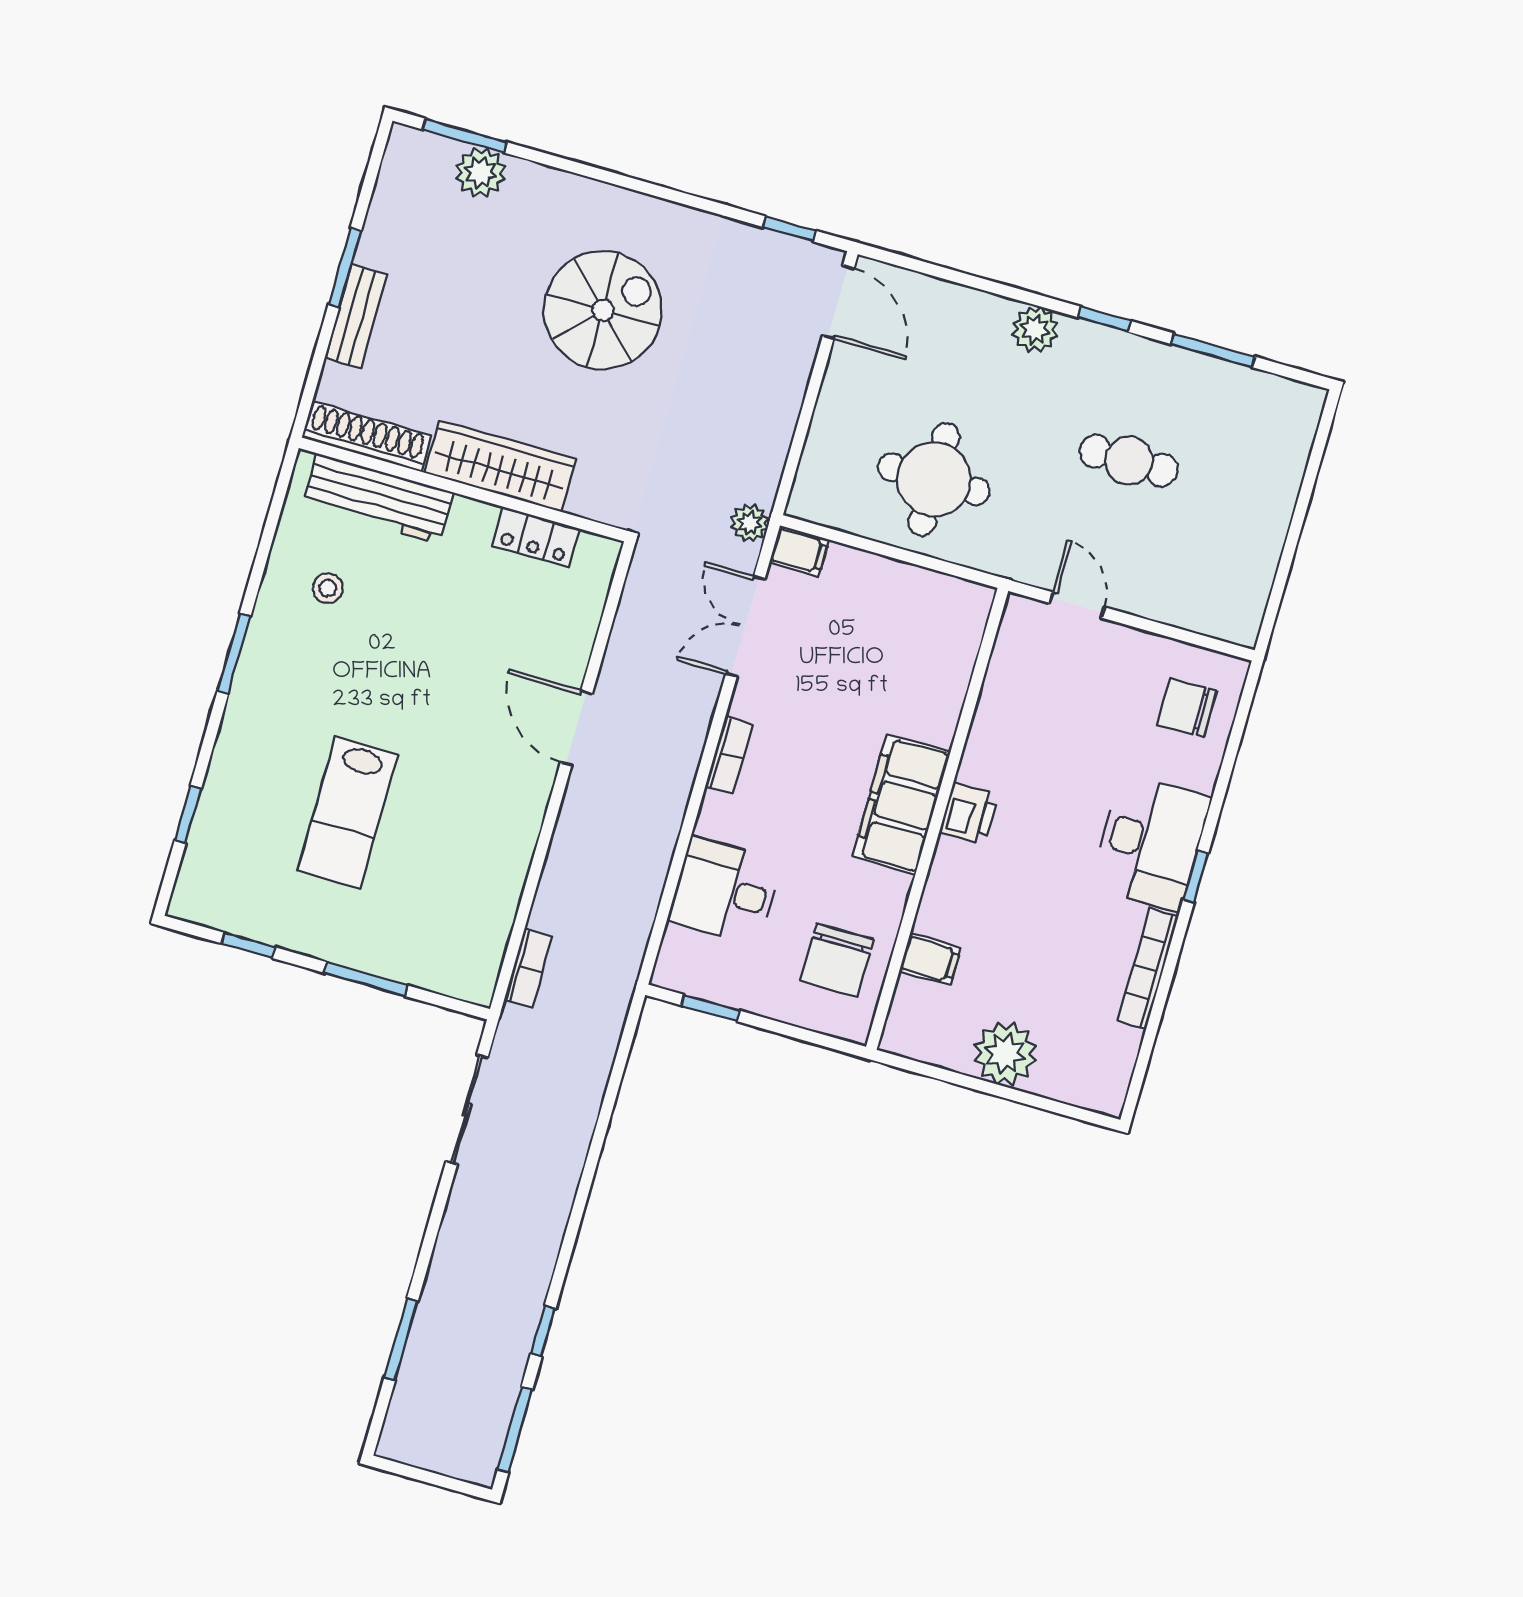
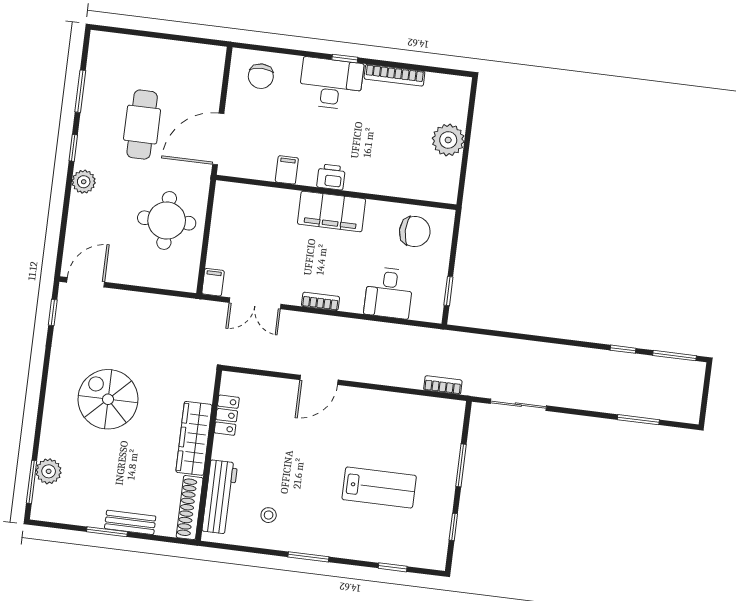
cafe table: (1129, 461) -> (142, 125), width x1.37, depth x1.35
plant: (750, 523) -> (203, 309), removed
door: (1077, 605) -> (218, 139), width x1.88
filing cabinet: (930, 959) -> (287, 170), moved

